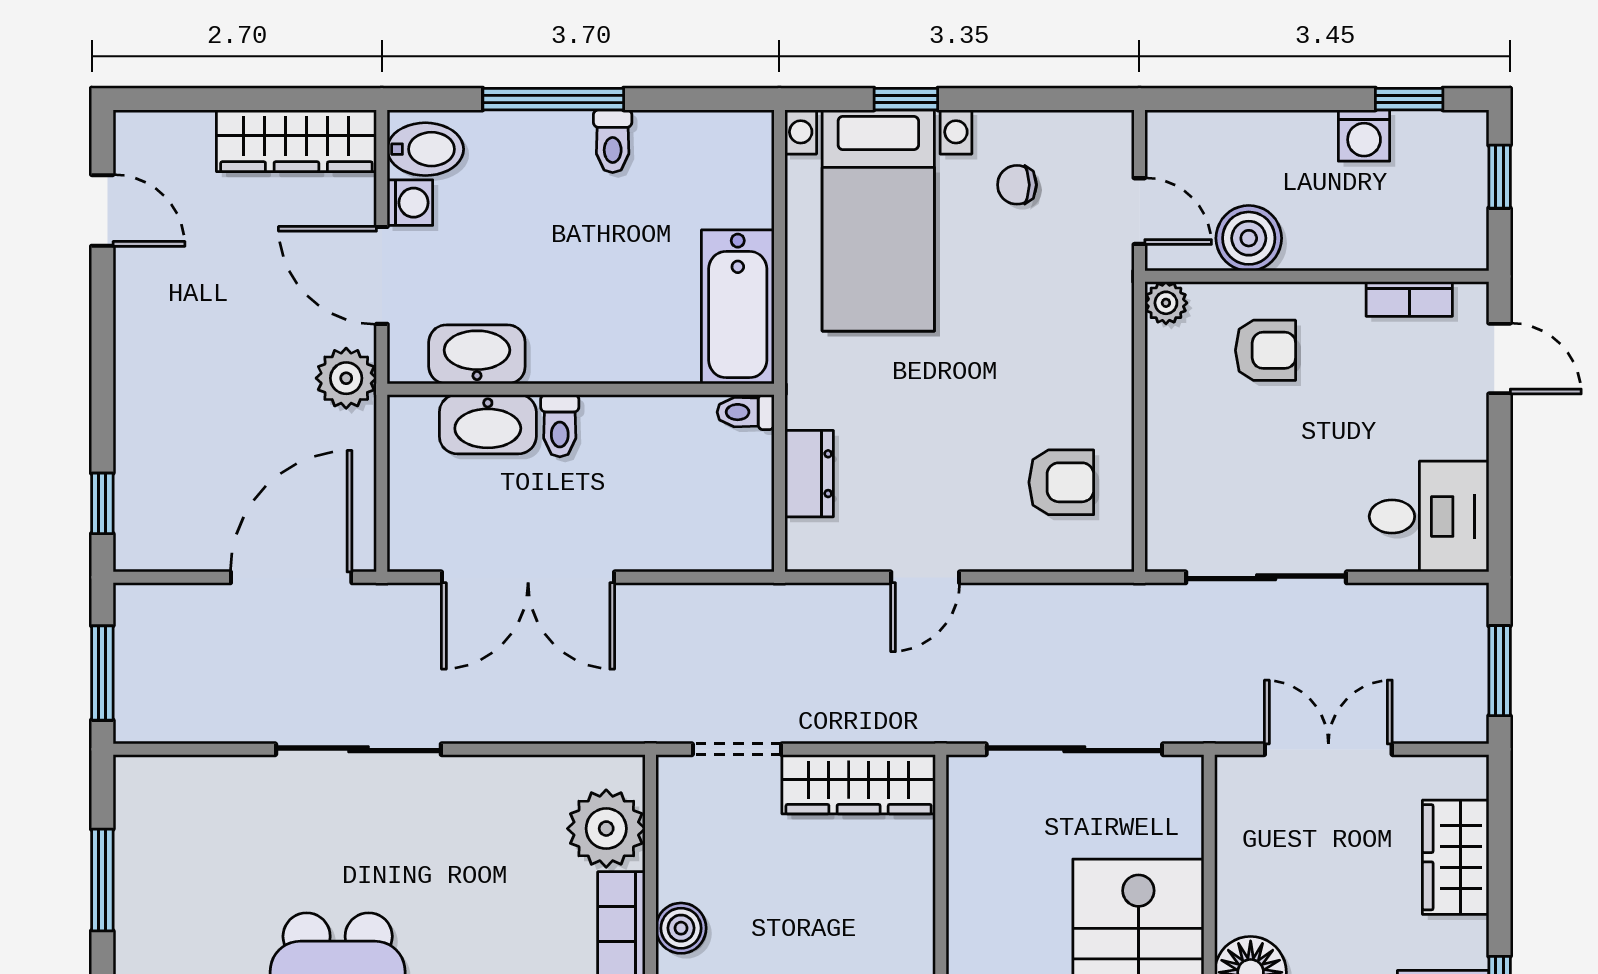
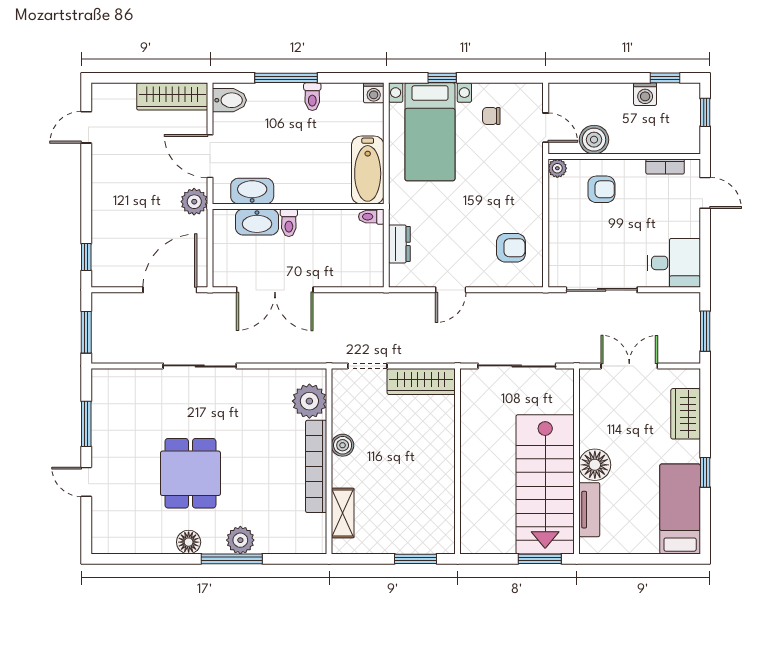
washing machine: (410, 203) -> (374, 93), moved, turned 90
door: (102, 210) -> (86, 127), swing flipped

